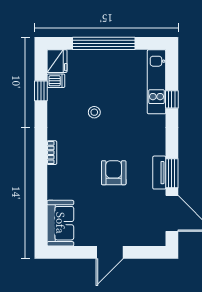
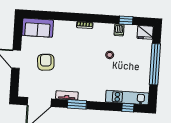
dishwasher: (56, 81) -> (119, 30), moved
window: (172, 99) -> (128, 108), moved
armchair: (114, 173) -> (46, 62), moved, turned -95
window: (172, 173) -> (77, 104), moved

